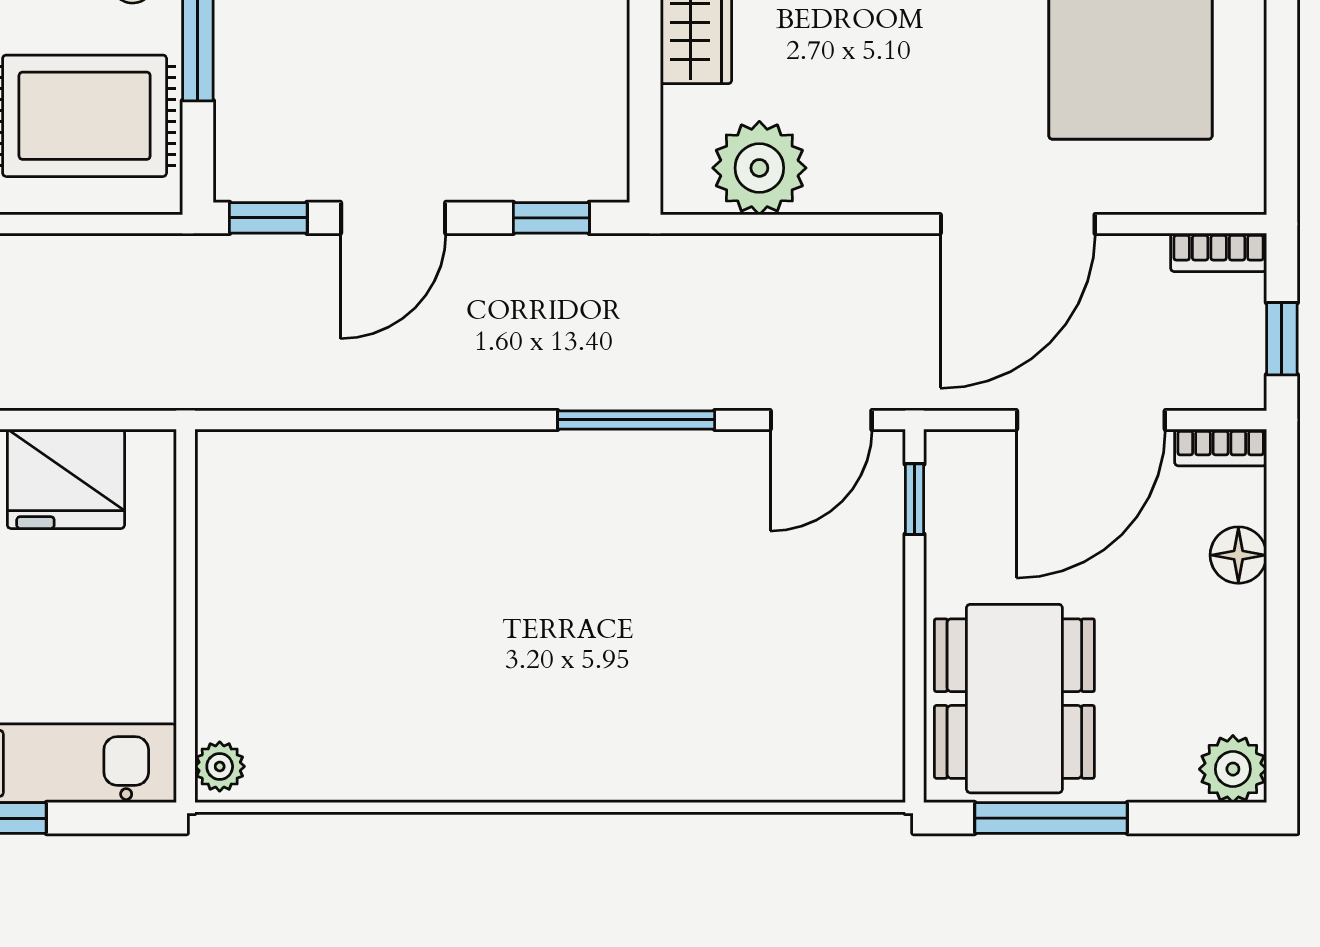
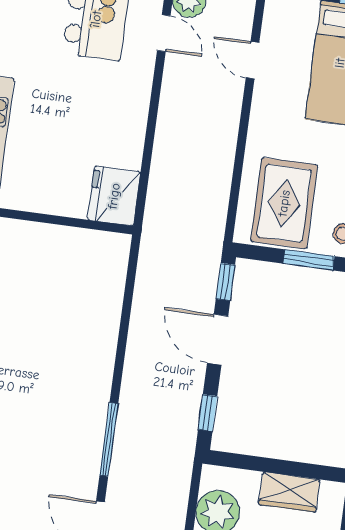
fridge: (66, 479) -> (114, 196), moved

